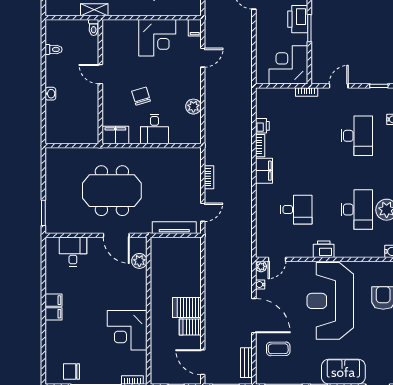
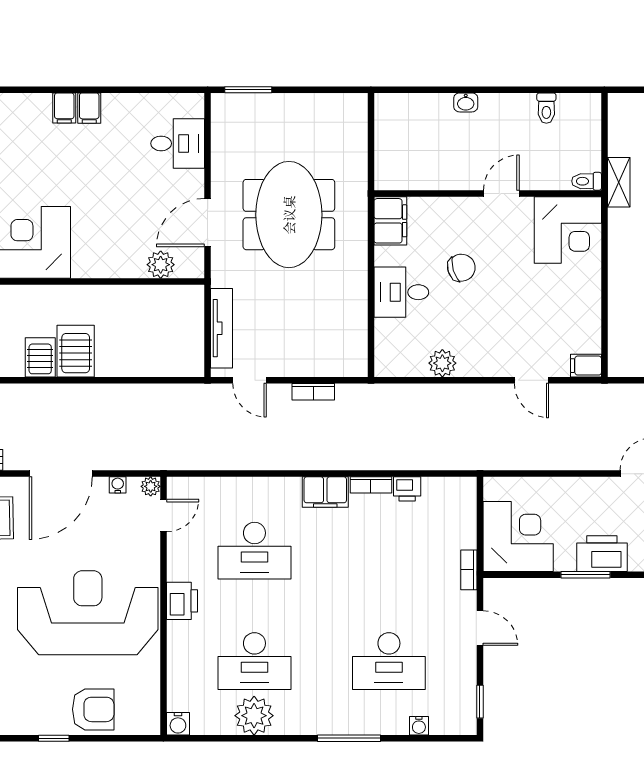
corner desk: (157, 38) -> (568, 230), moved, turned -90
desk: (296, 210) -> (254, 551), width x1.37
door: (277, 259) -> (163, 516), swing flipped

